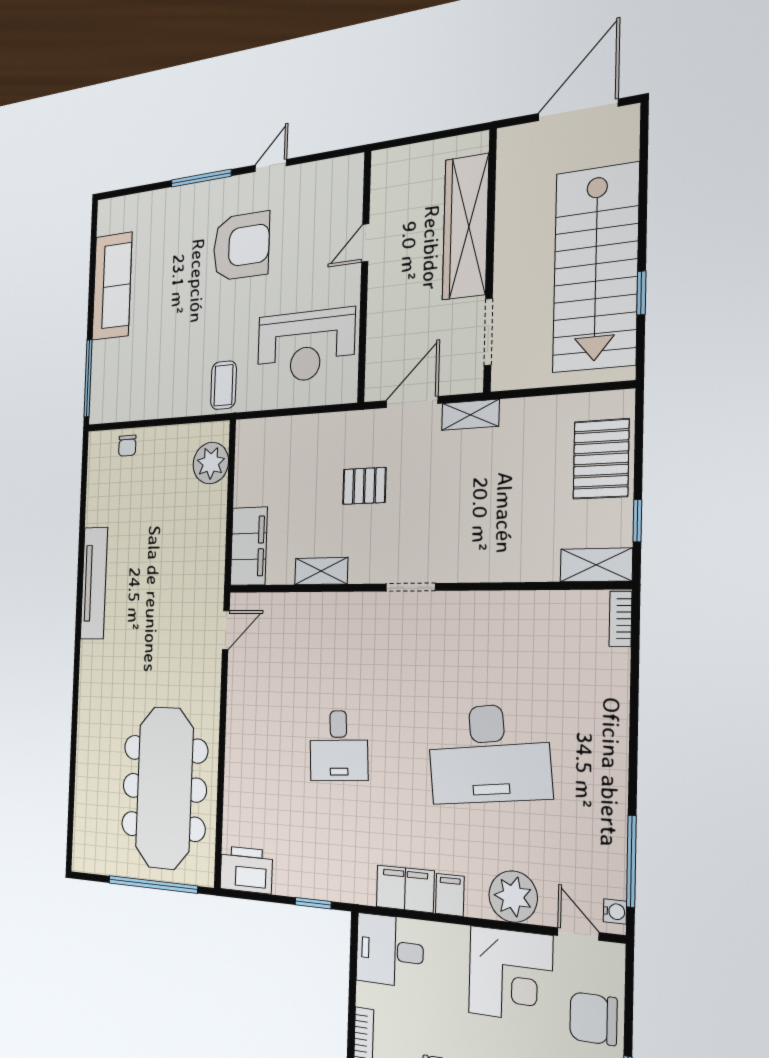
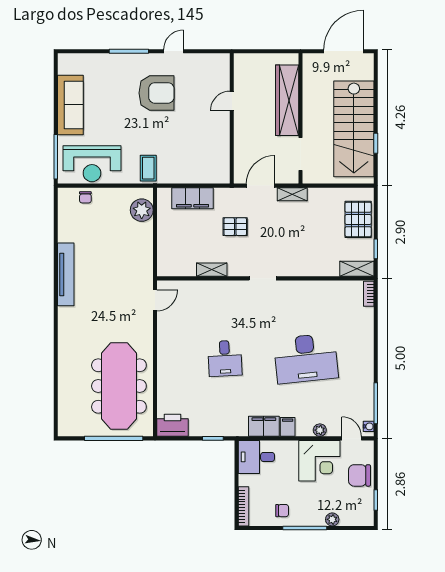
reception desk: (306, 346) -> (92, 164), moved
filing cabinet: (249, 546) -> (193, 198), moved, turned 90
plant: (513, 897) -> (320, 430), width x0.53, depth x0.53

